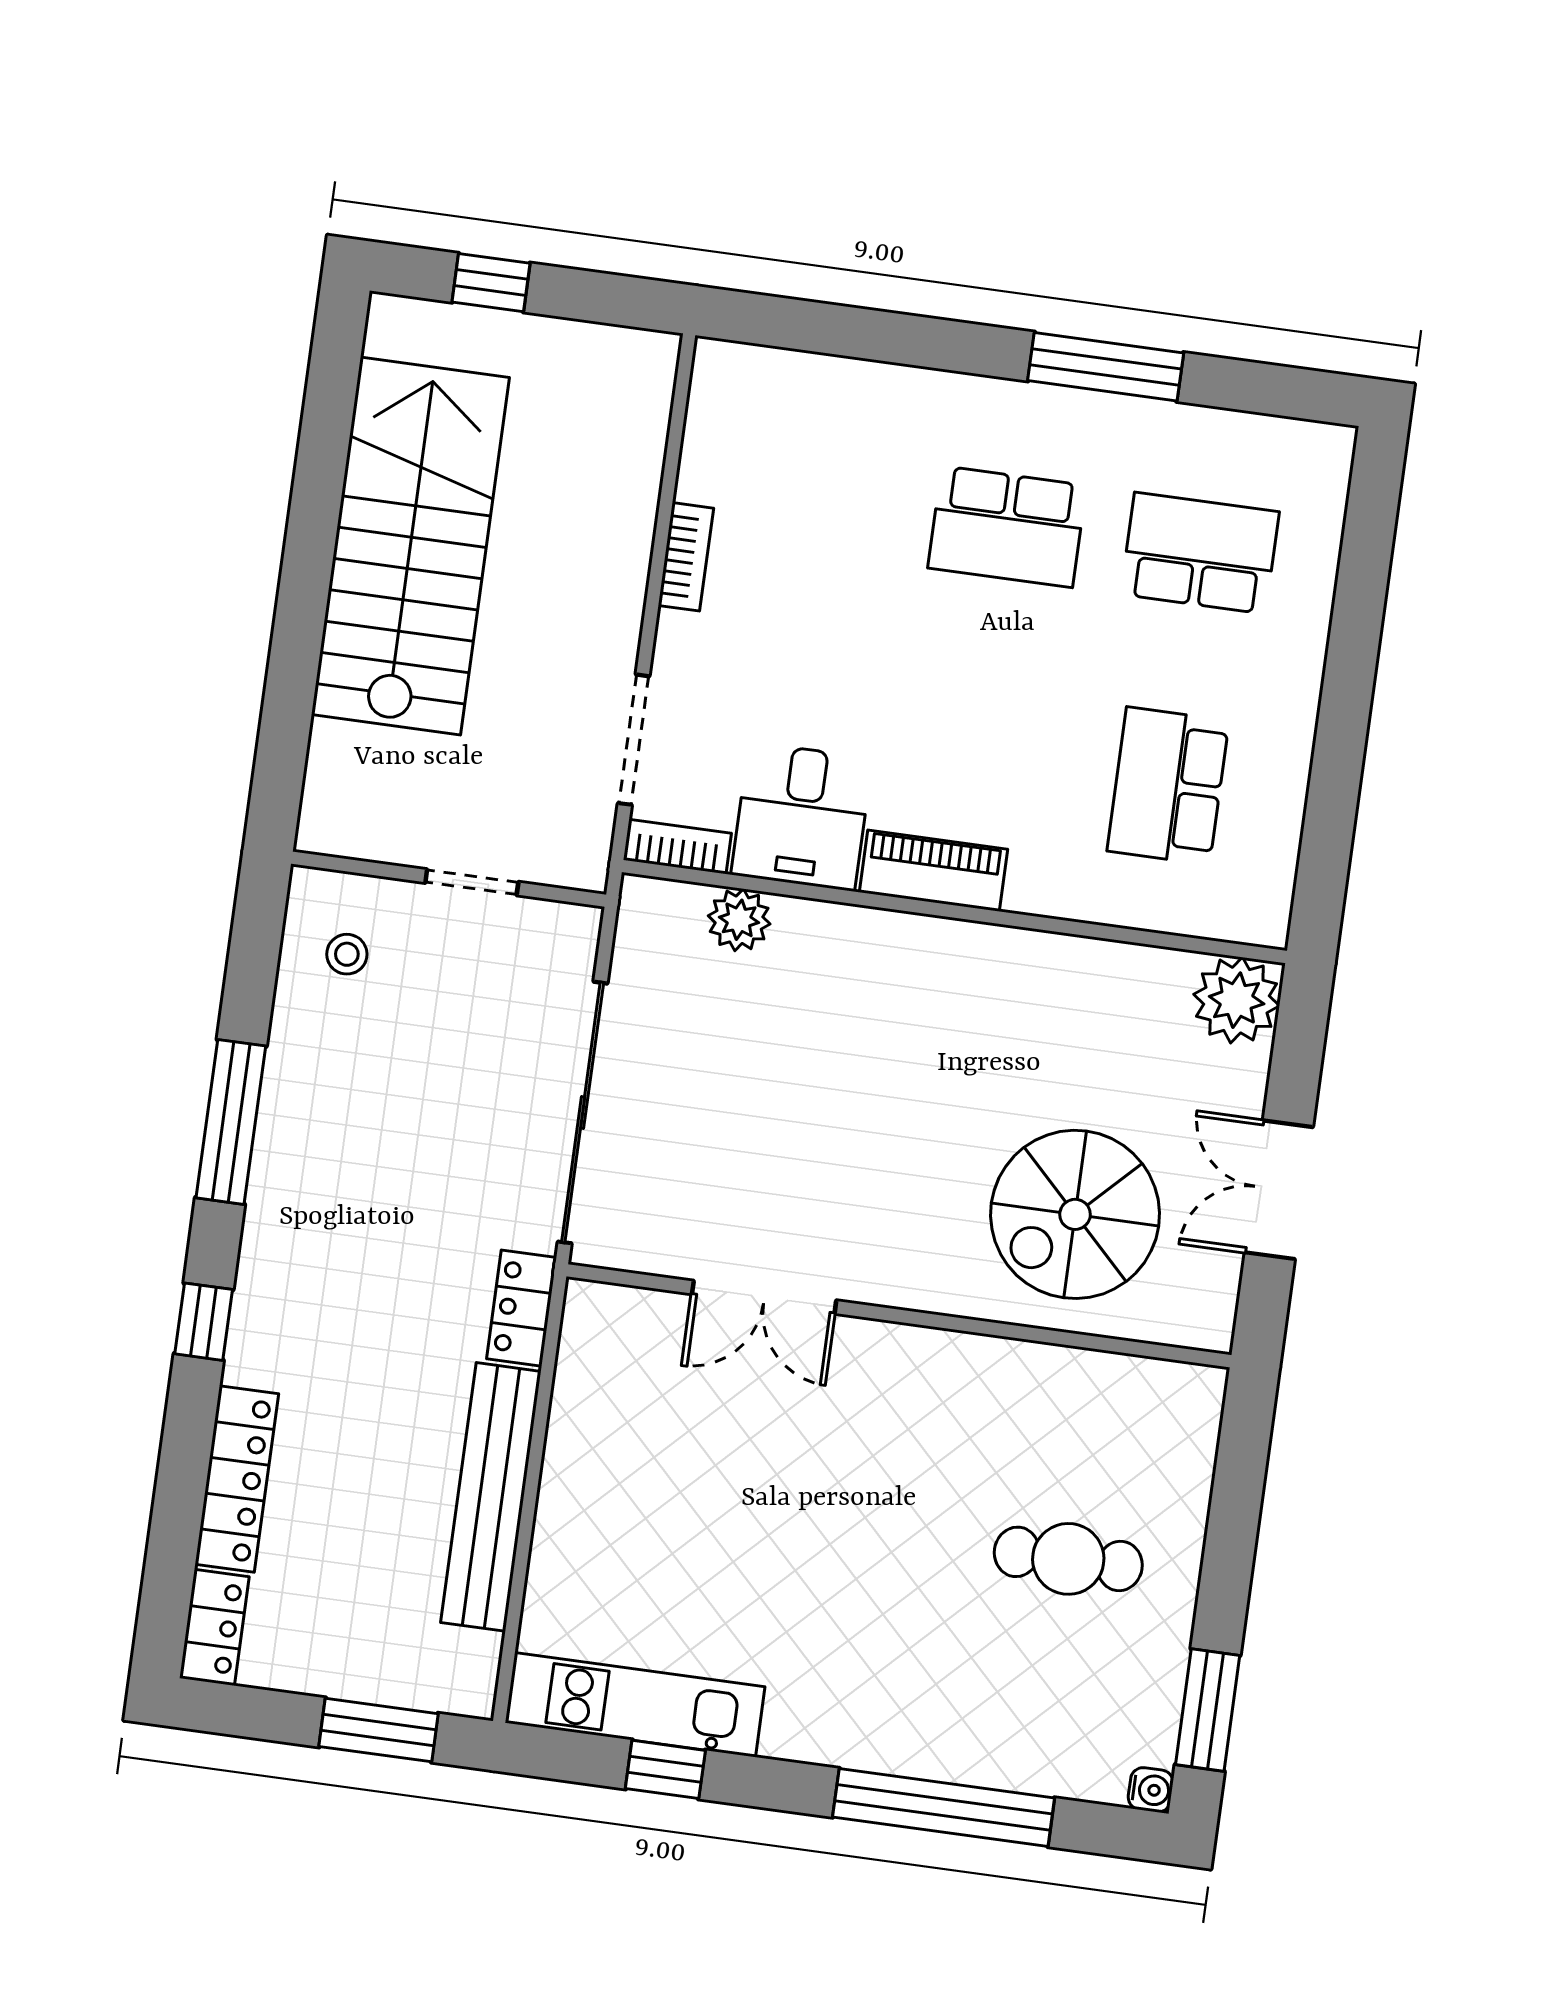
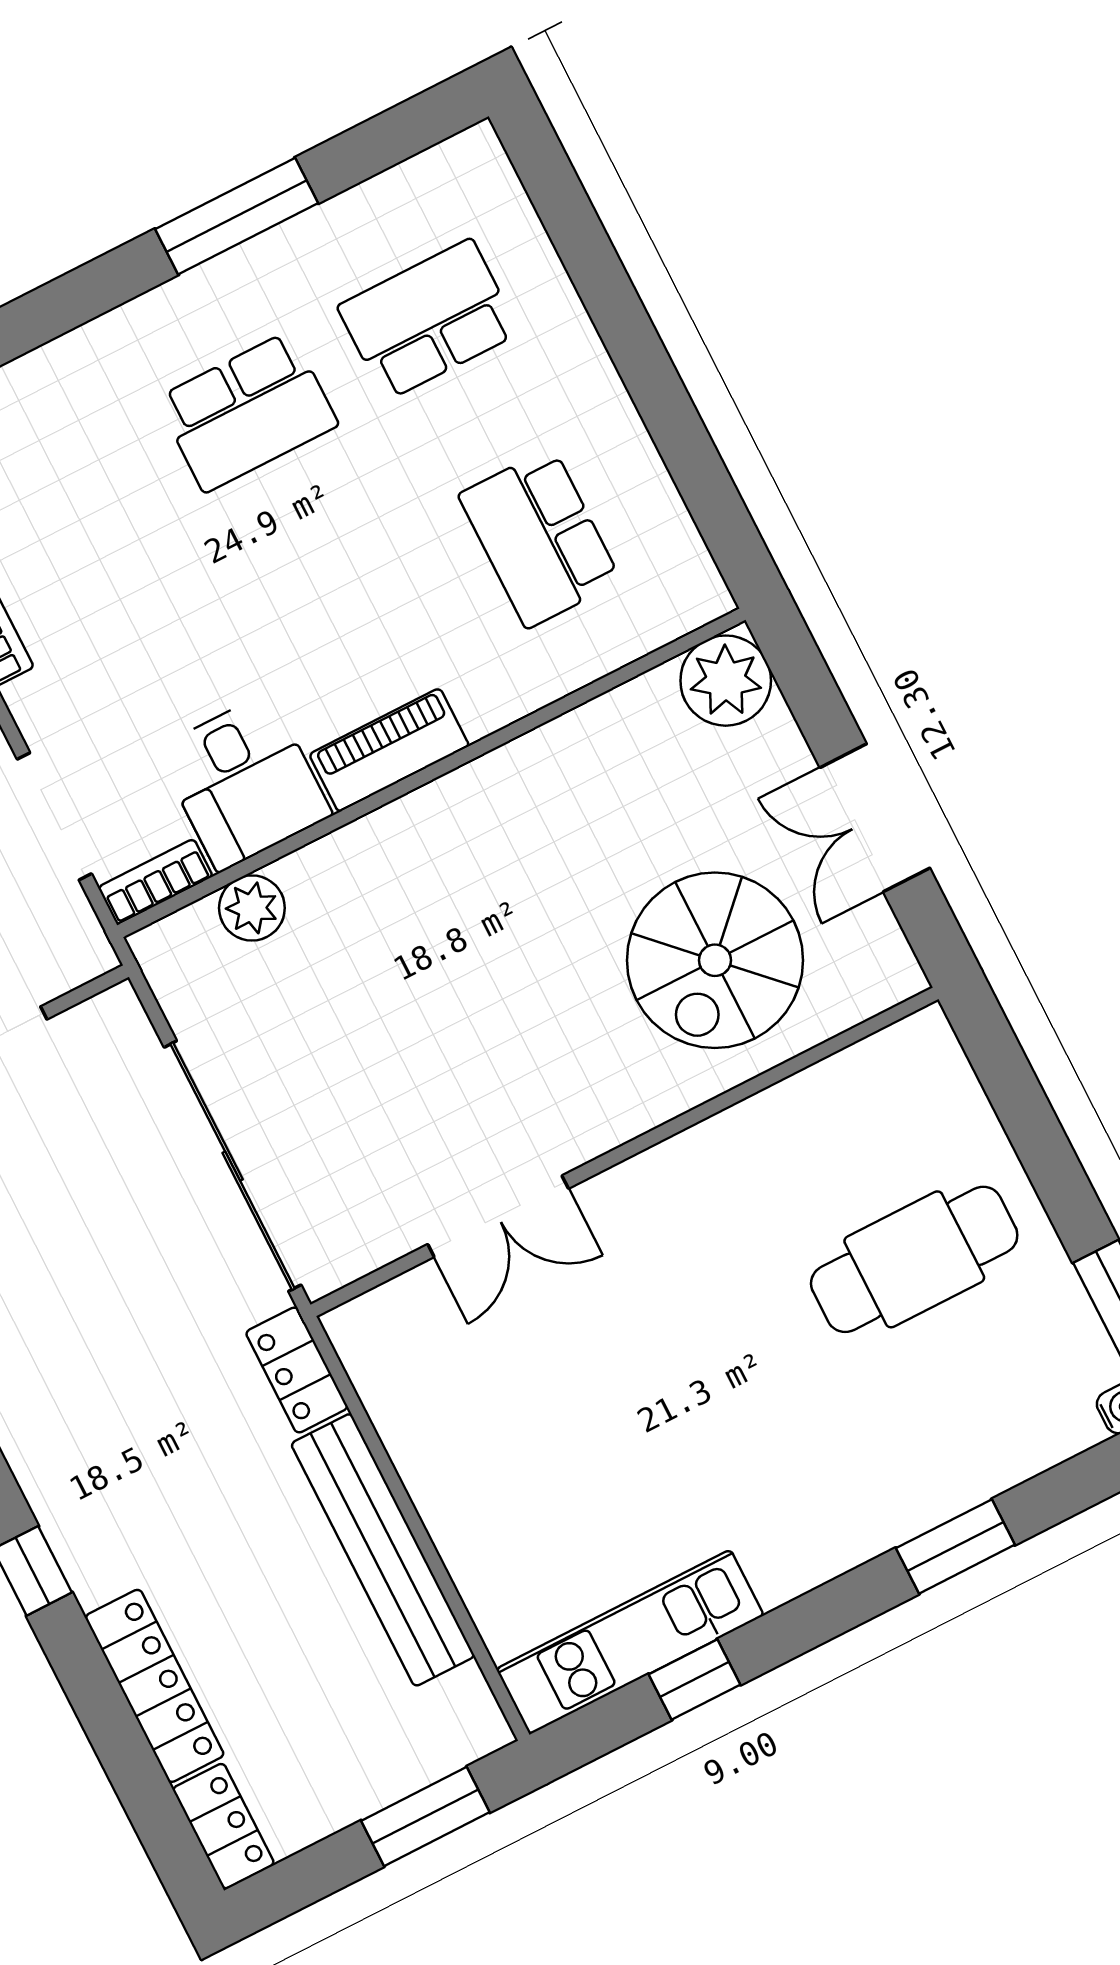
cafe table: (1068, 1559) -> (914, 1259), width x1.37, depth x1.35
window: (944, 1807) -> (955, 1546), width x0.47

